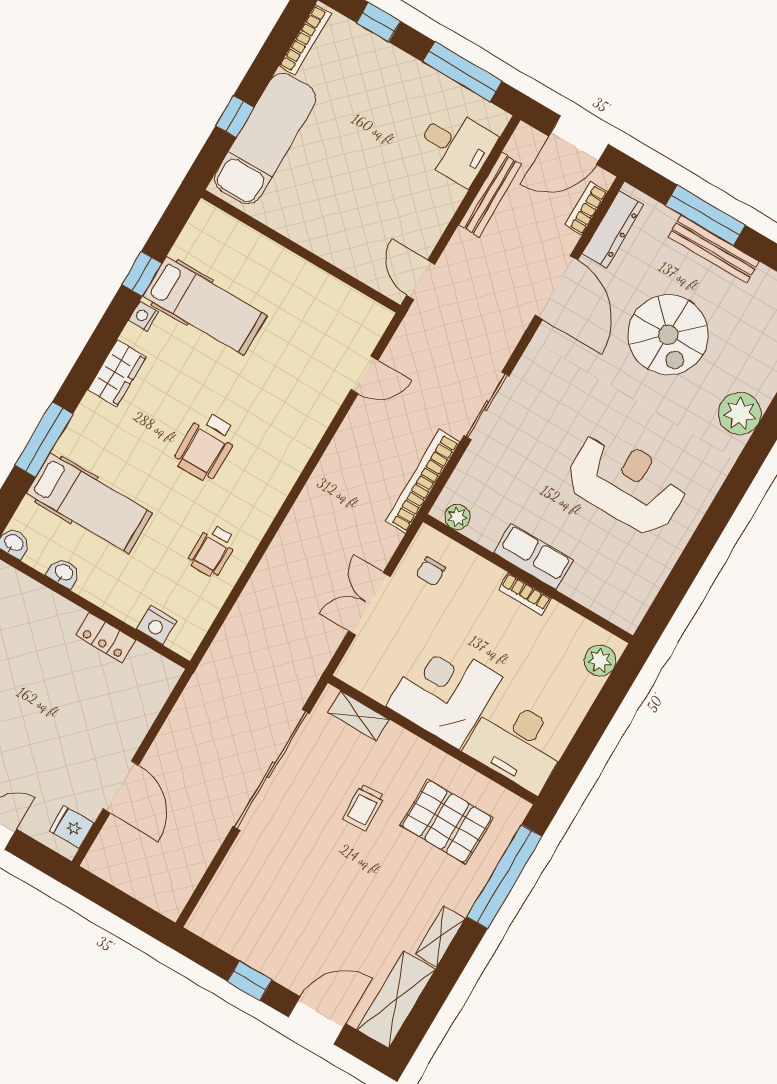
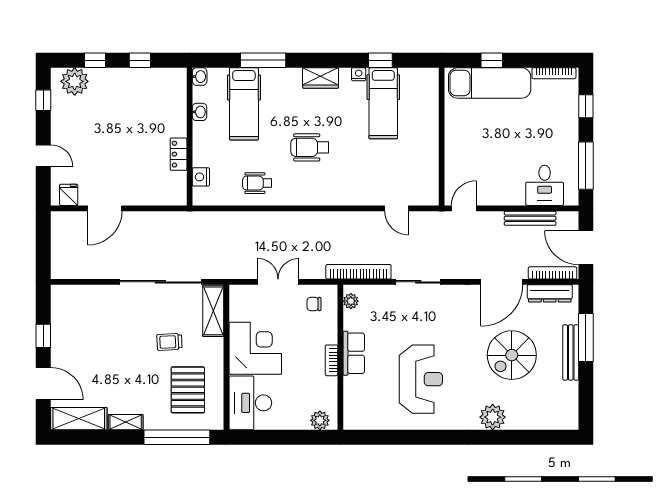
bookcase: (586, 208) -> (553, 273), width x1.56
shelving: (359, 716) -> (213, 311), width x1.50, depth x1.33

